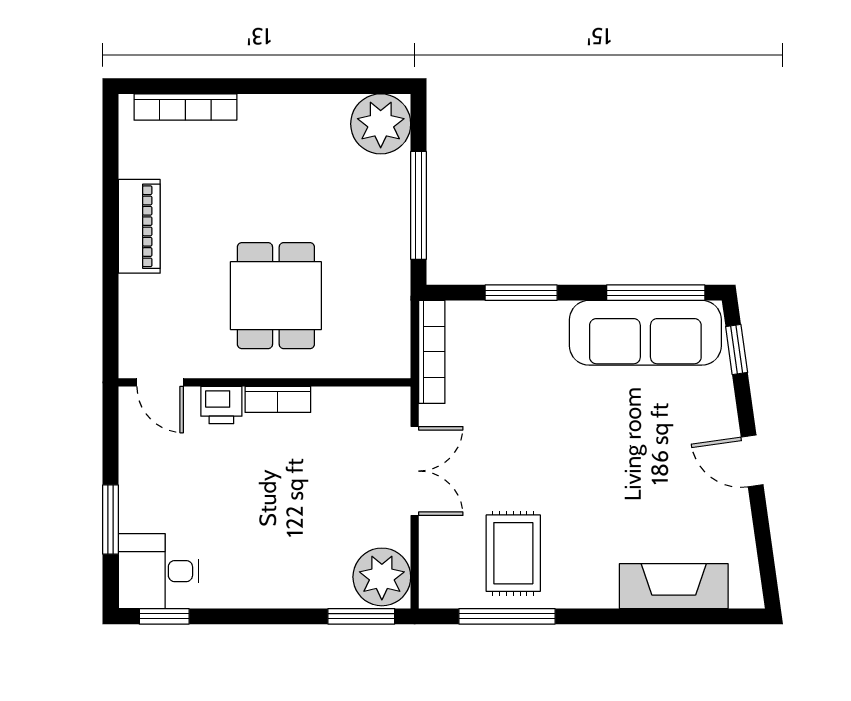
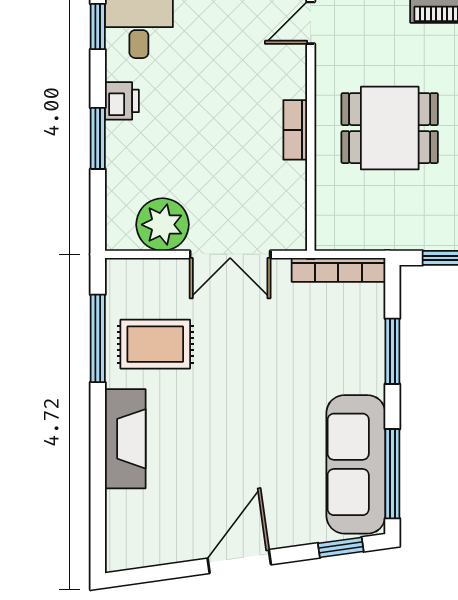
printer: (221, 405) -> (122, 101), moved, turned 180
door: (752, 461) -> (239, 562), width x1.38
plant: (382, 577) -> (163, 225), moved
fireplace: (674, 586) -> (125, 439), moved
window: (361, 616) -> (98, 138), moved

